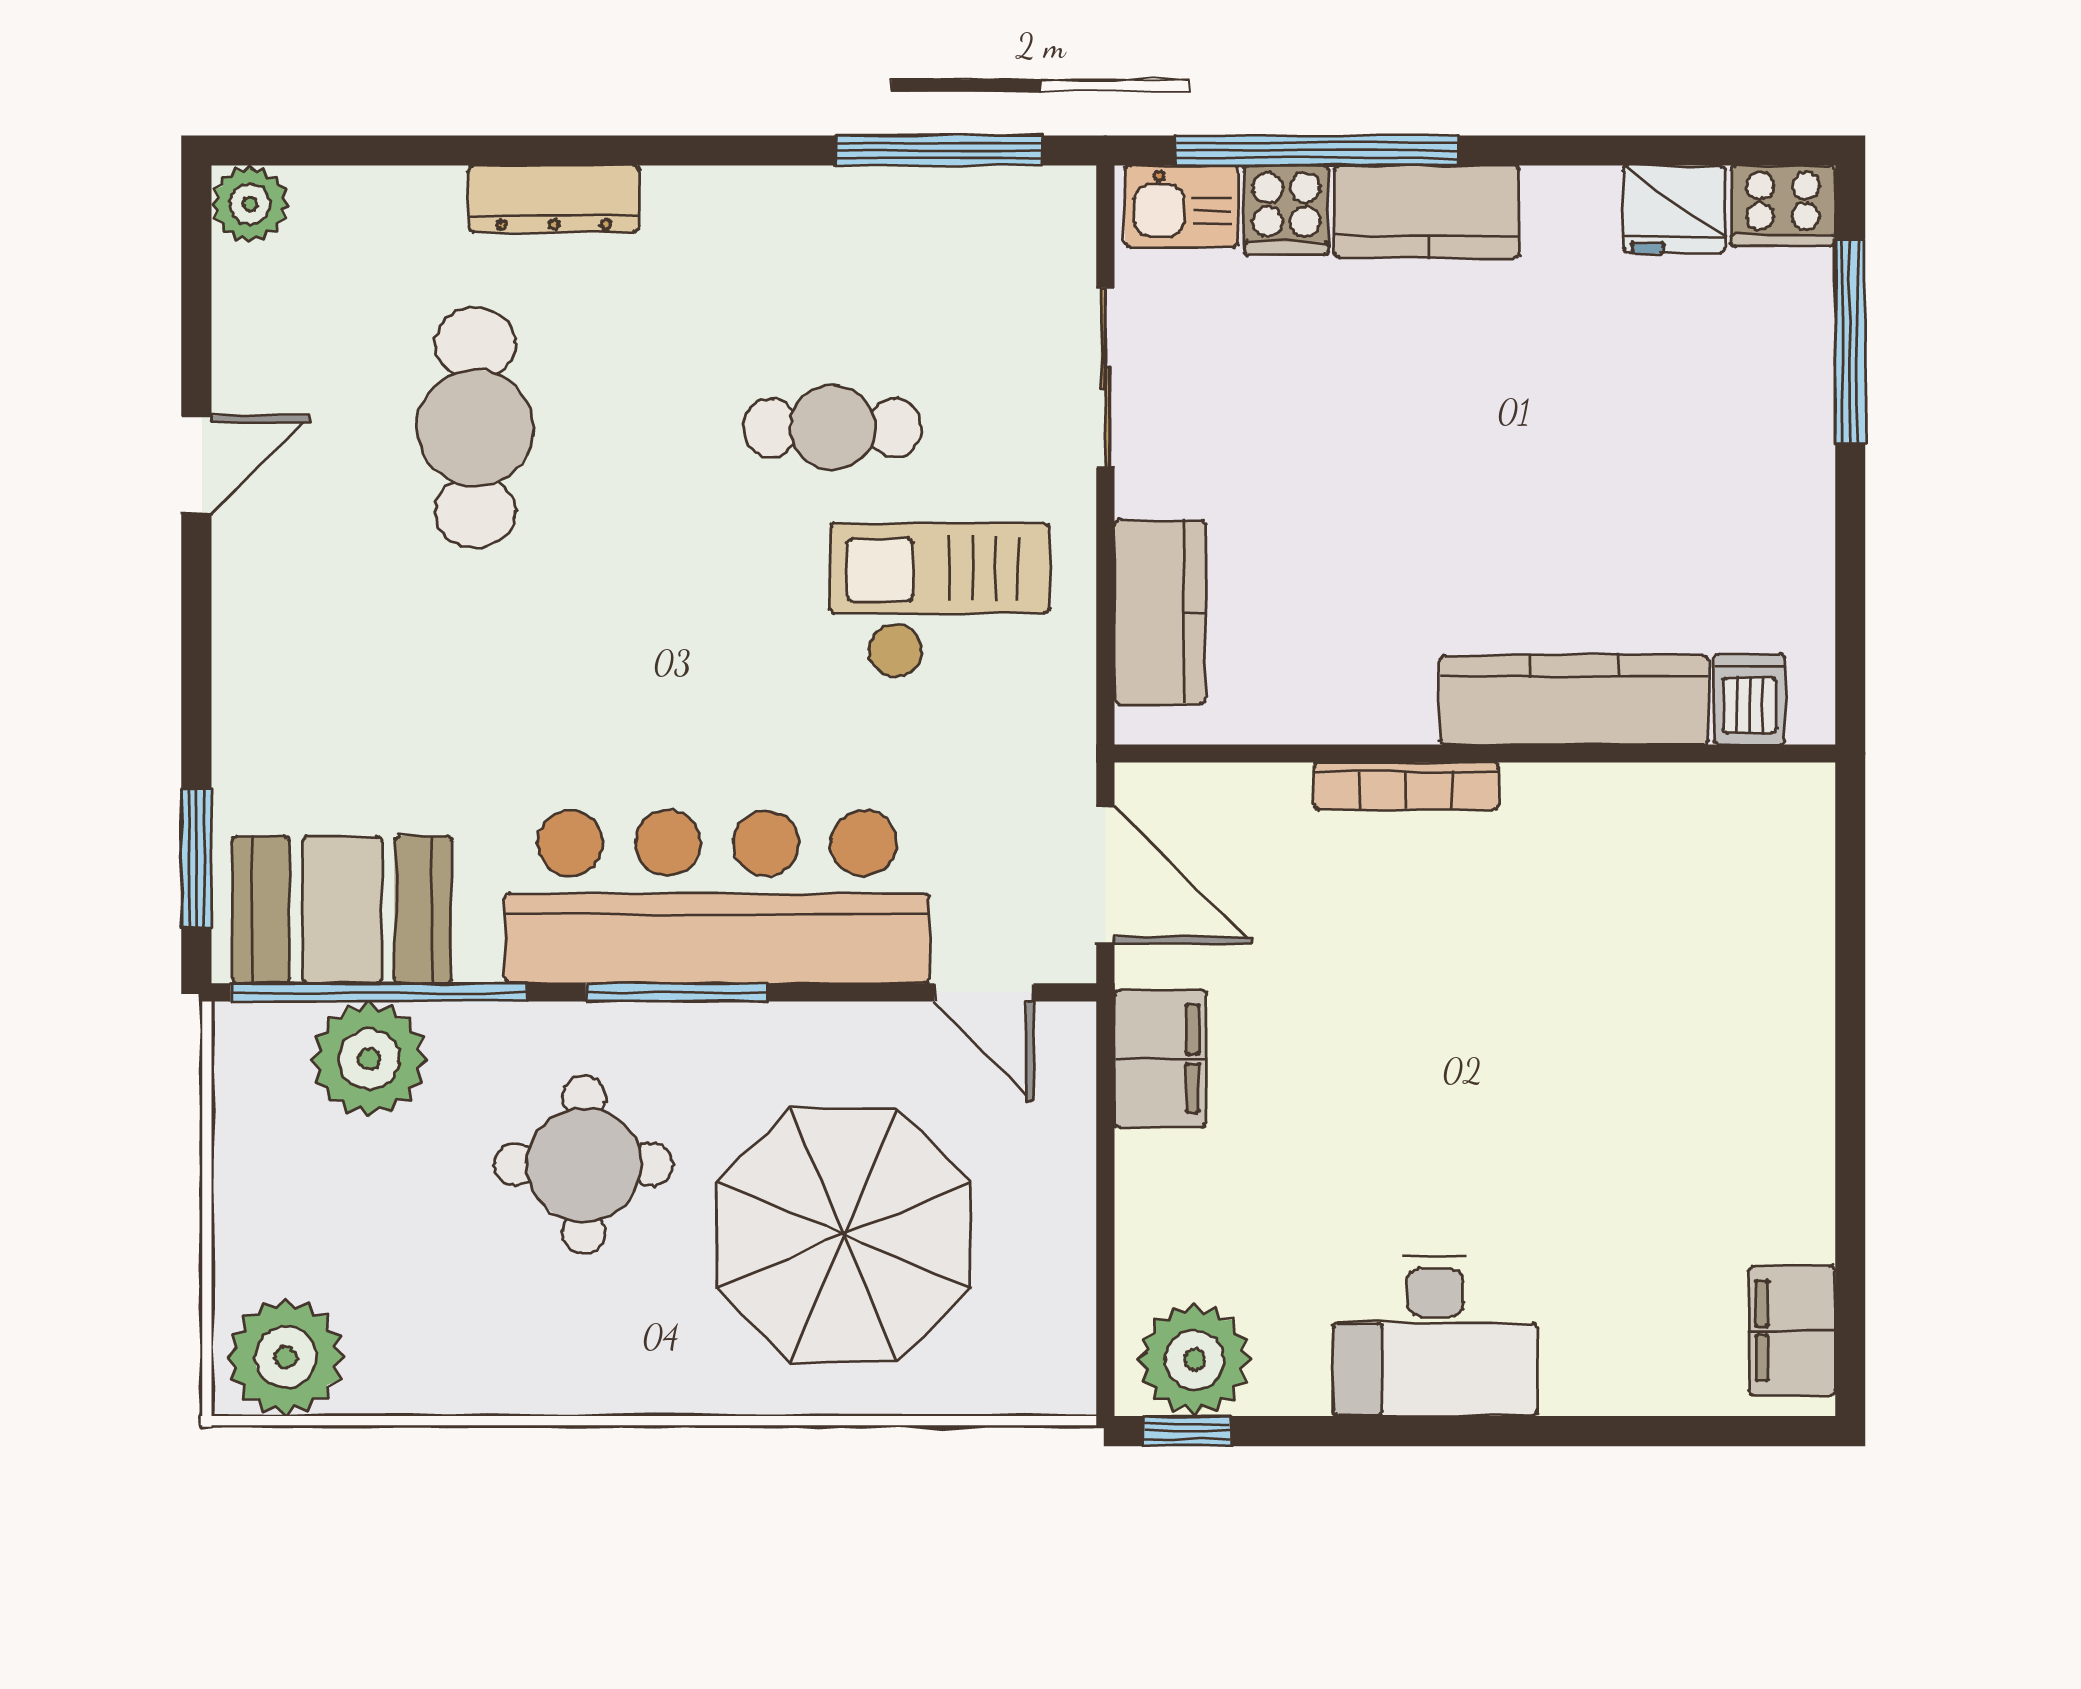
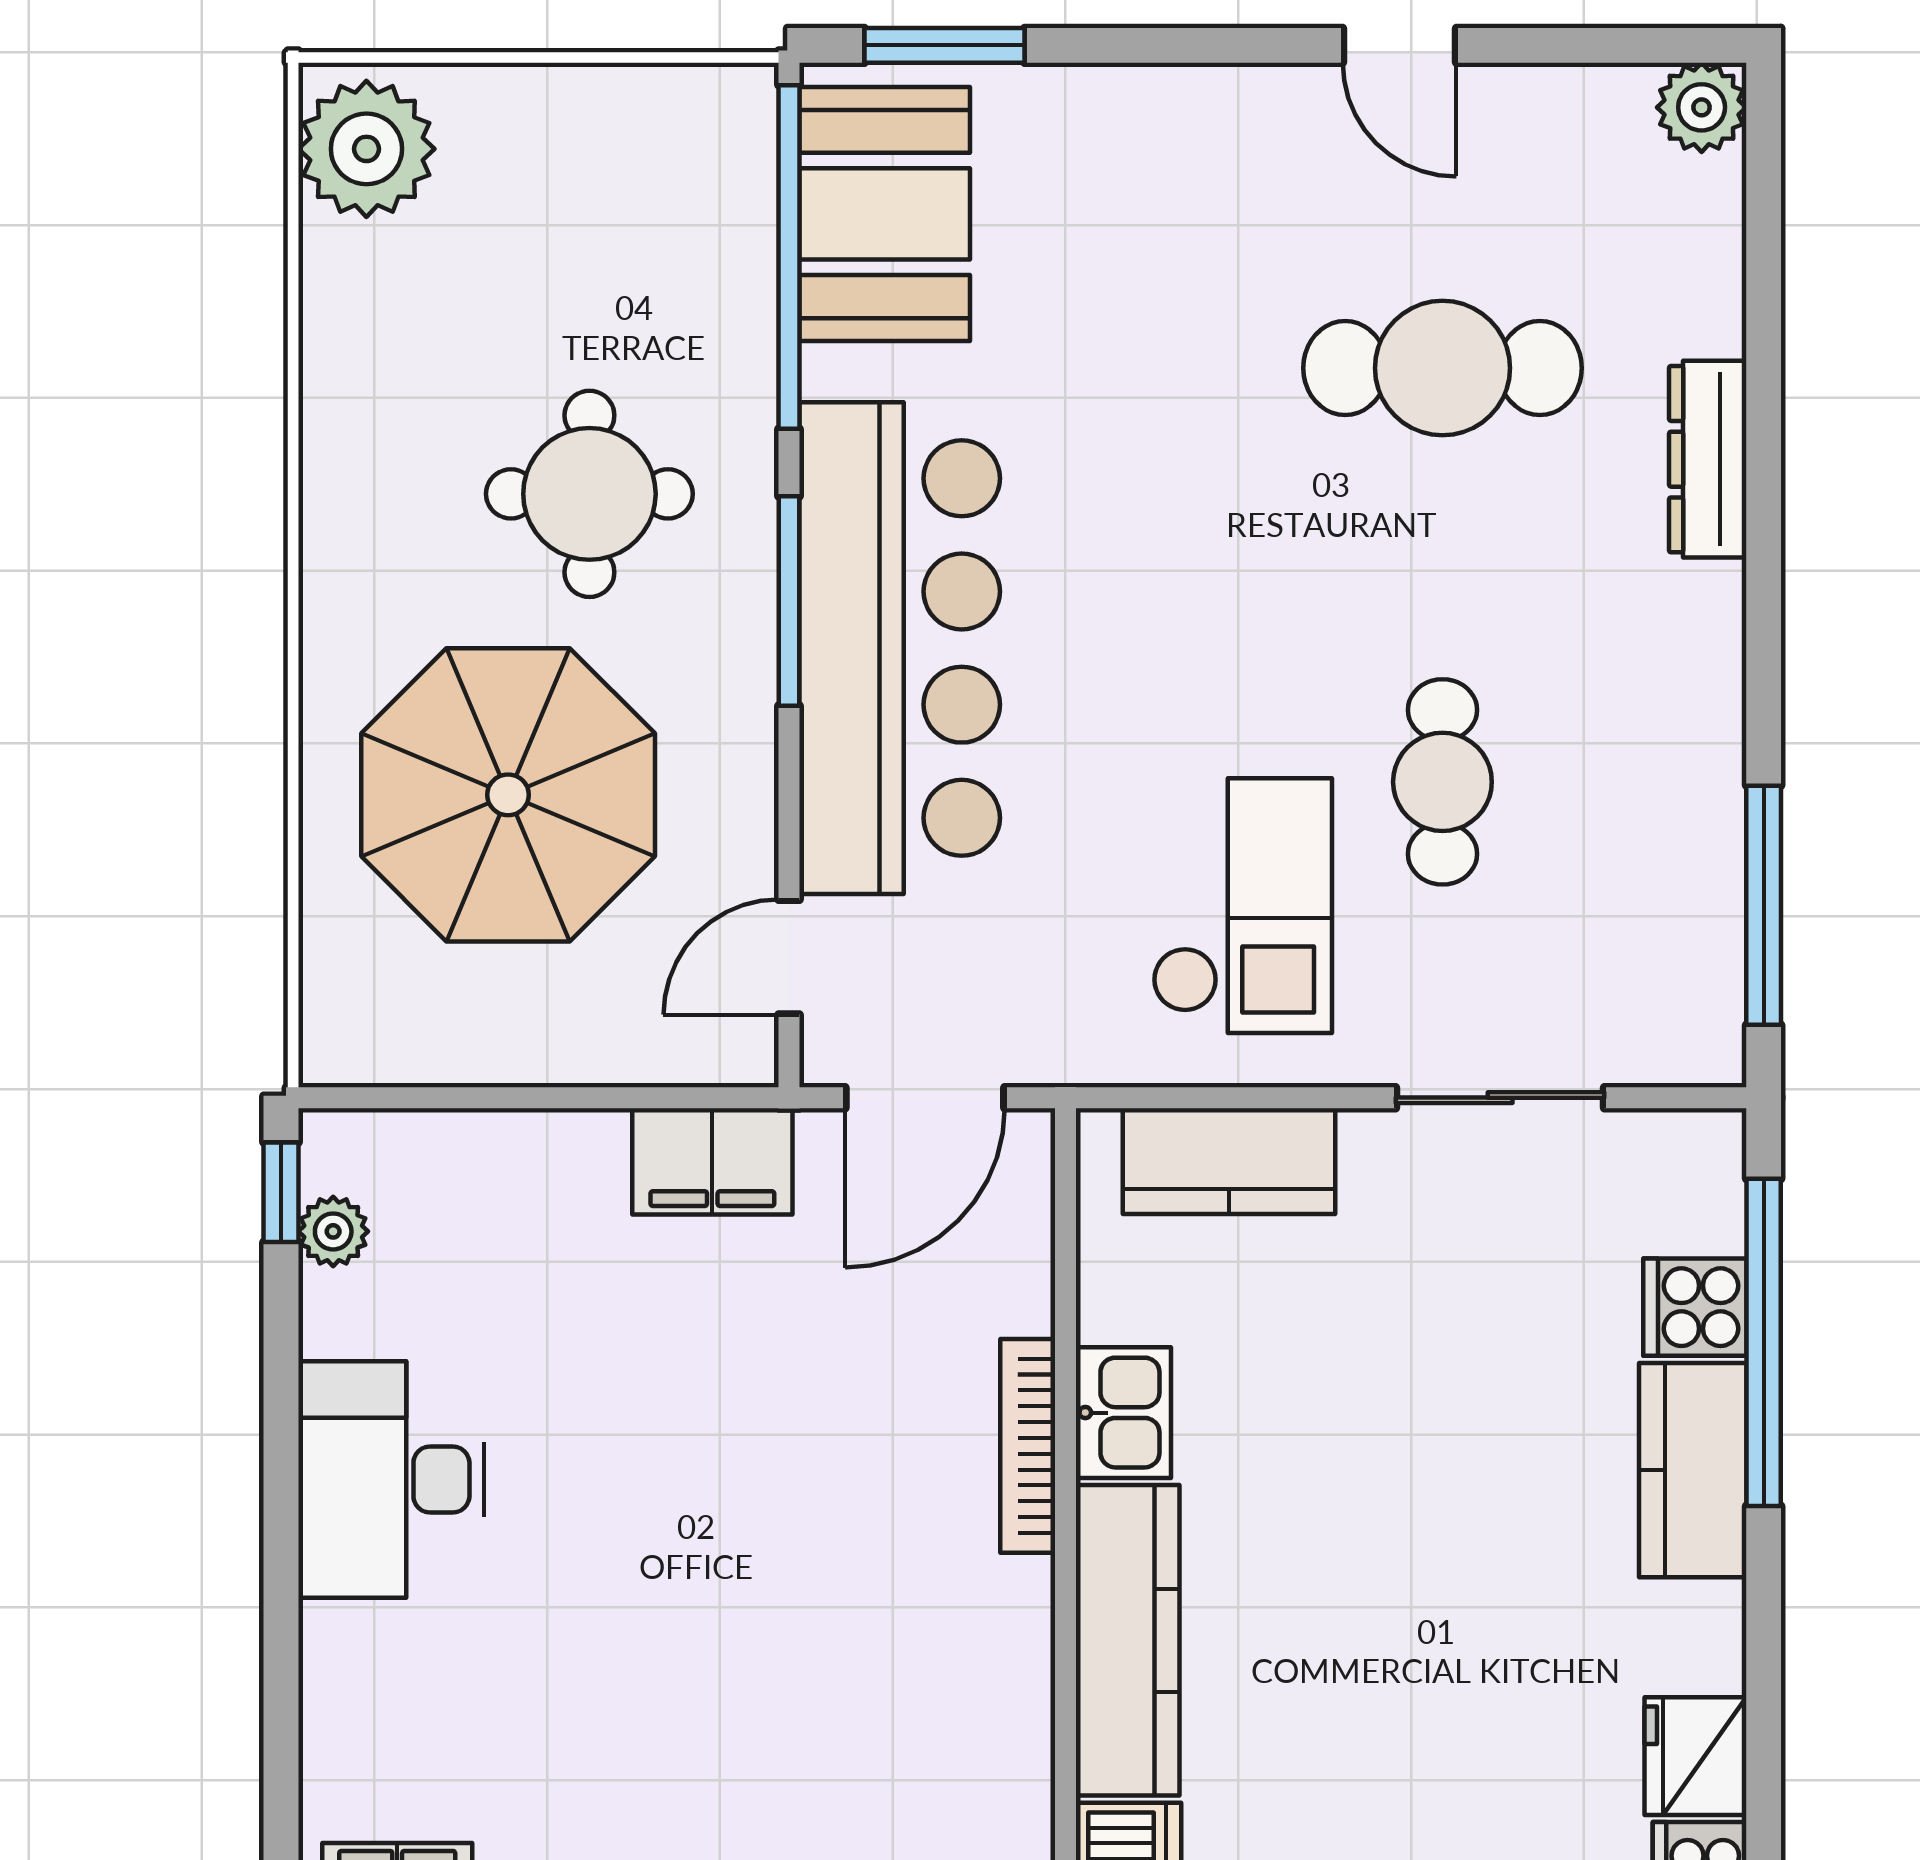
kitchen sink: (1182, 206) -> (1123, 1413), moved, turned 180
plant: (369, 1059) -> (711, 245), removed
plant: (1195, 1360) -> (333, 1231), width x0.53, depth x0.53

